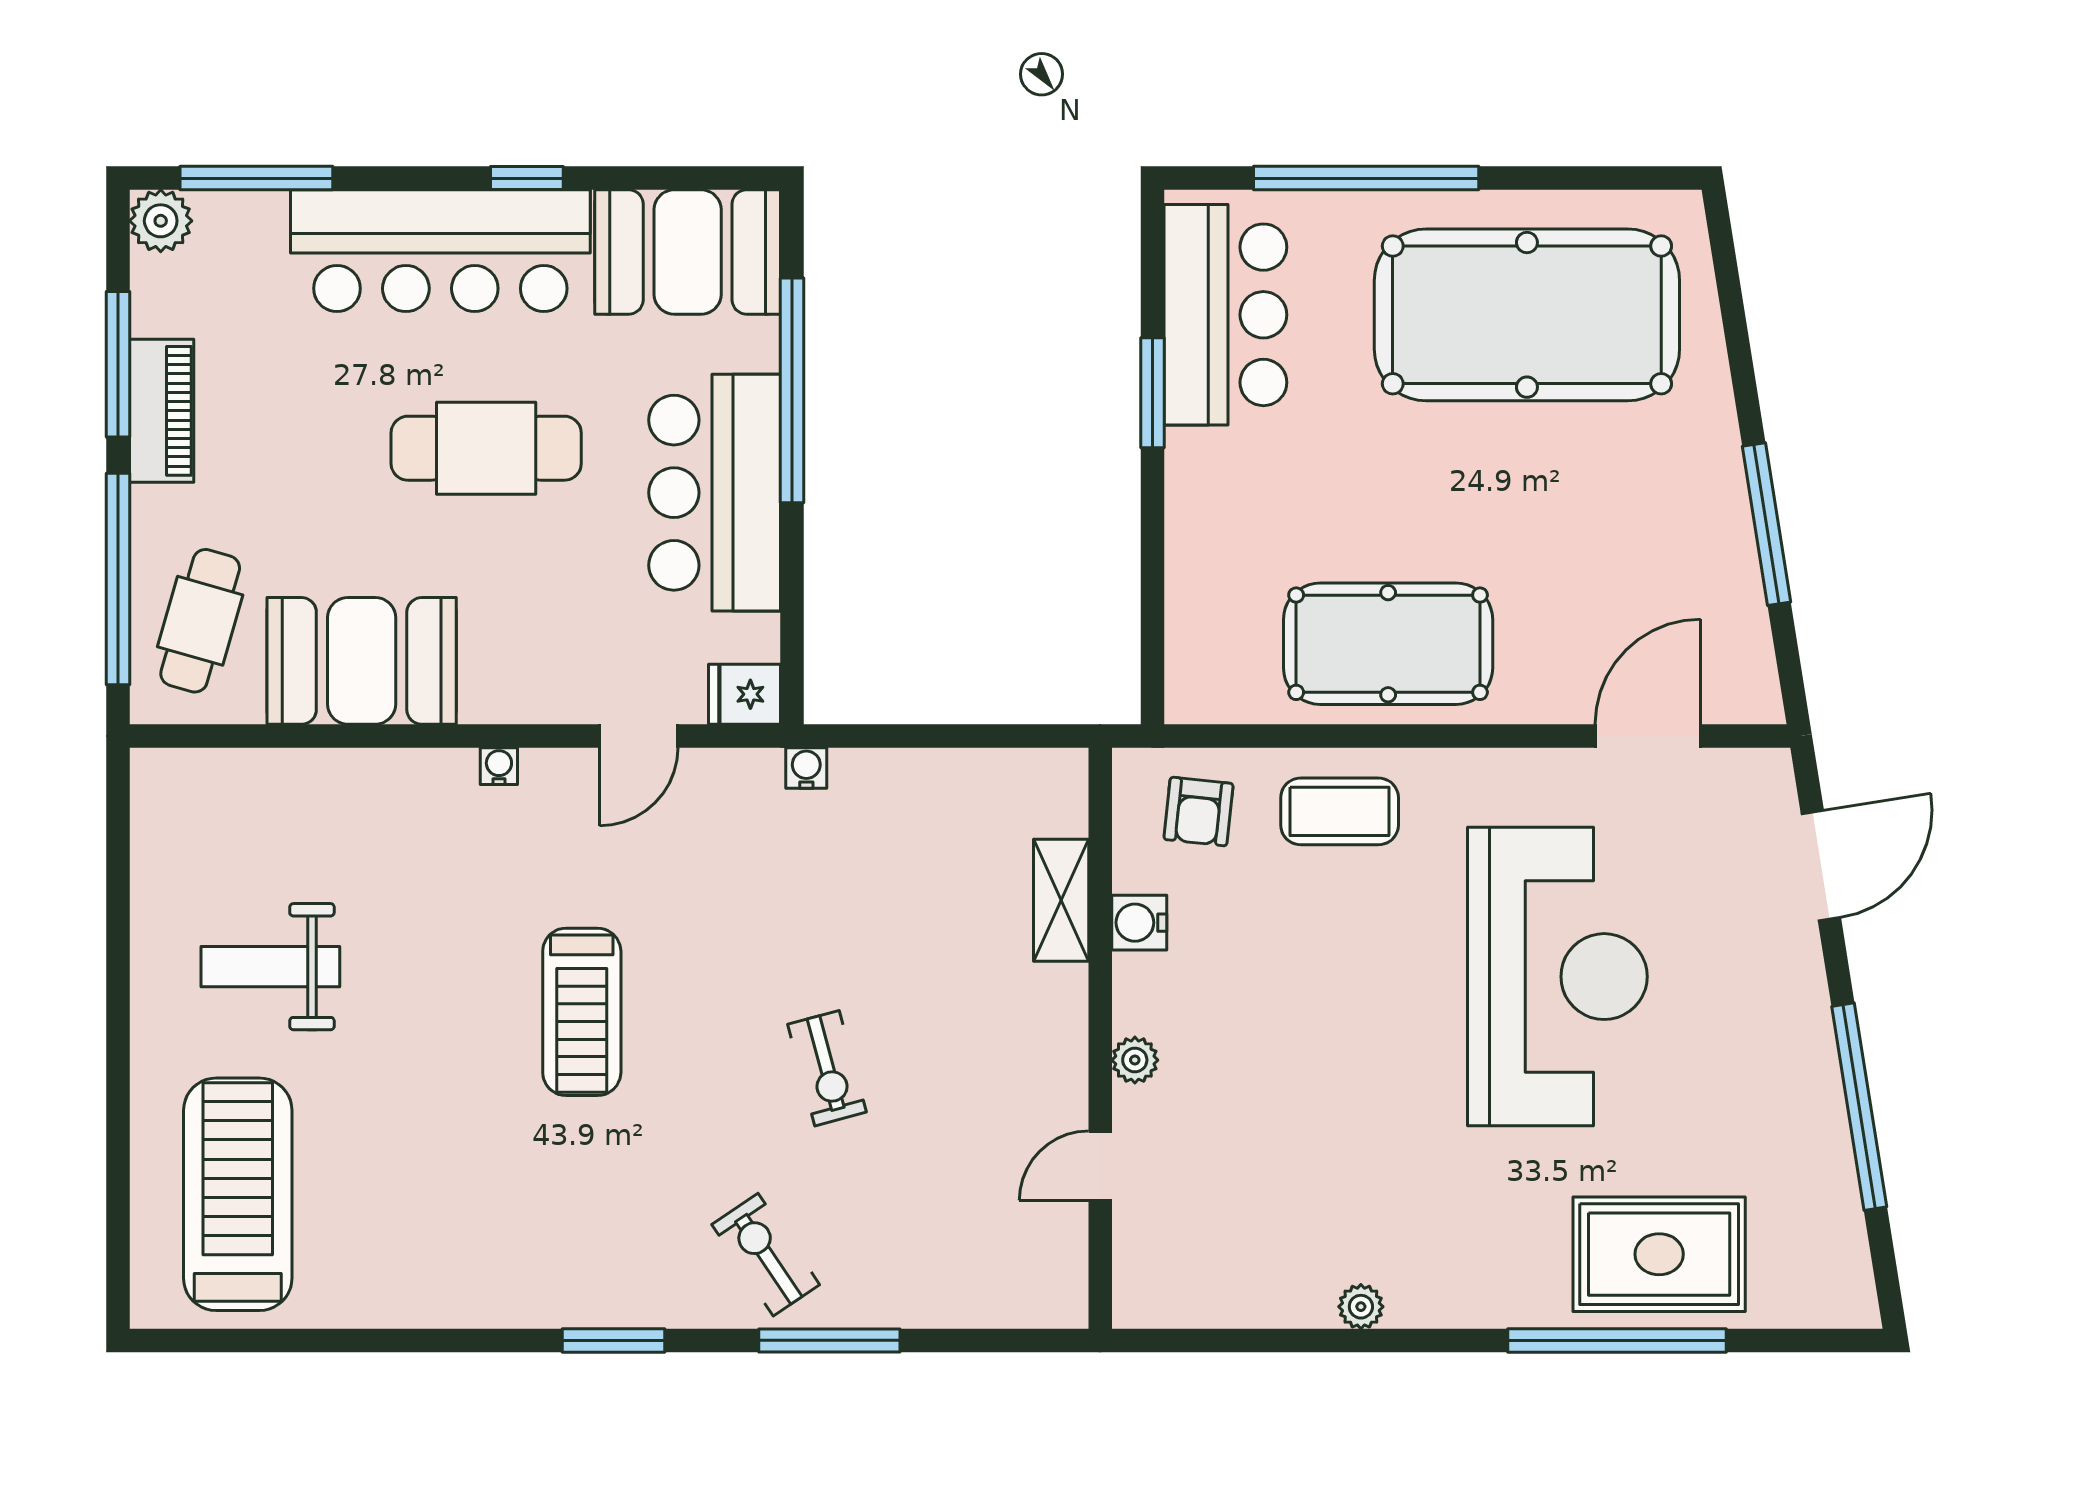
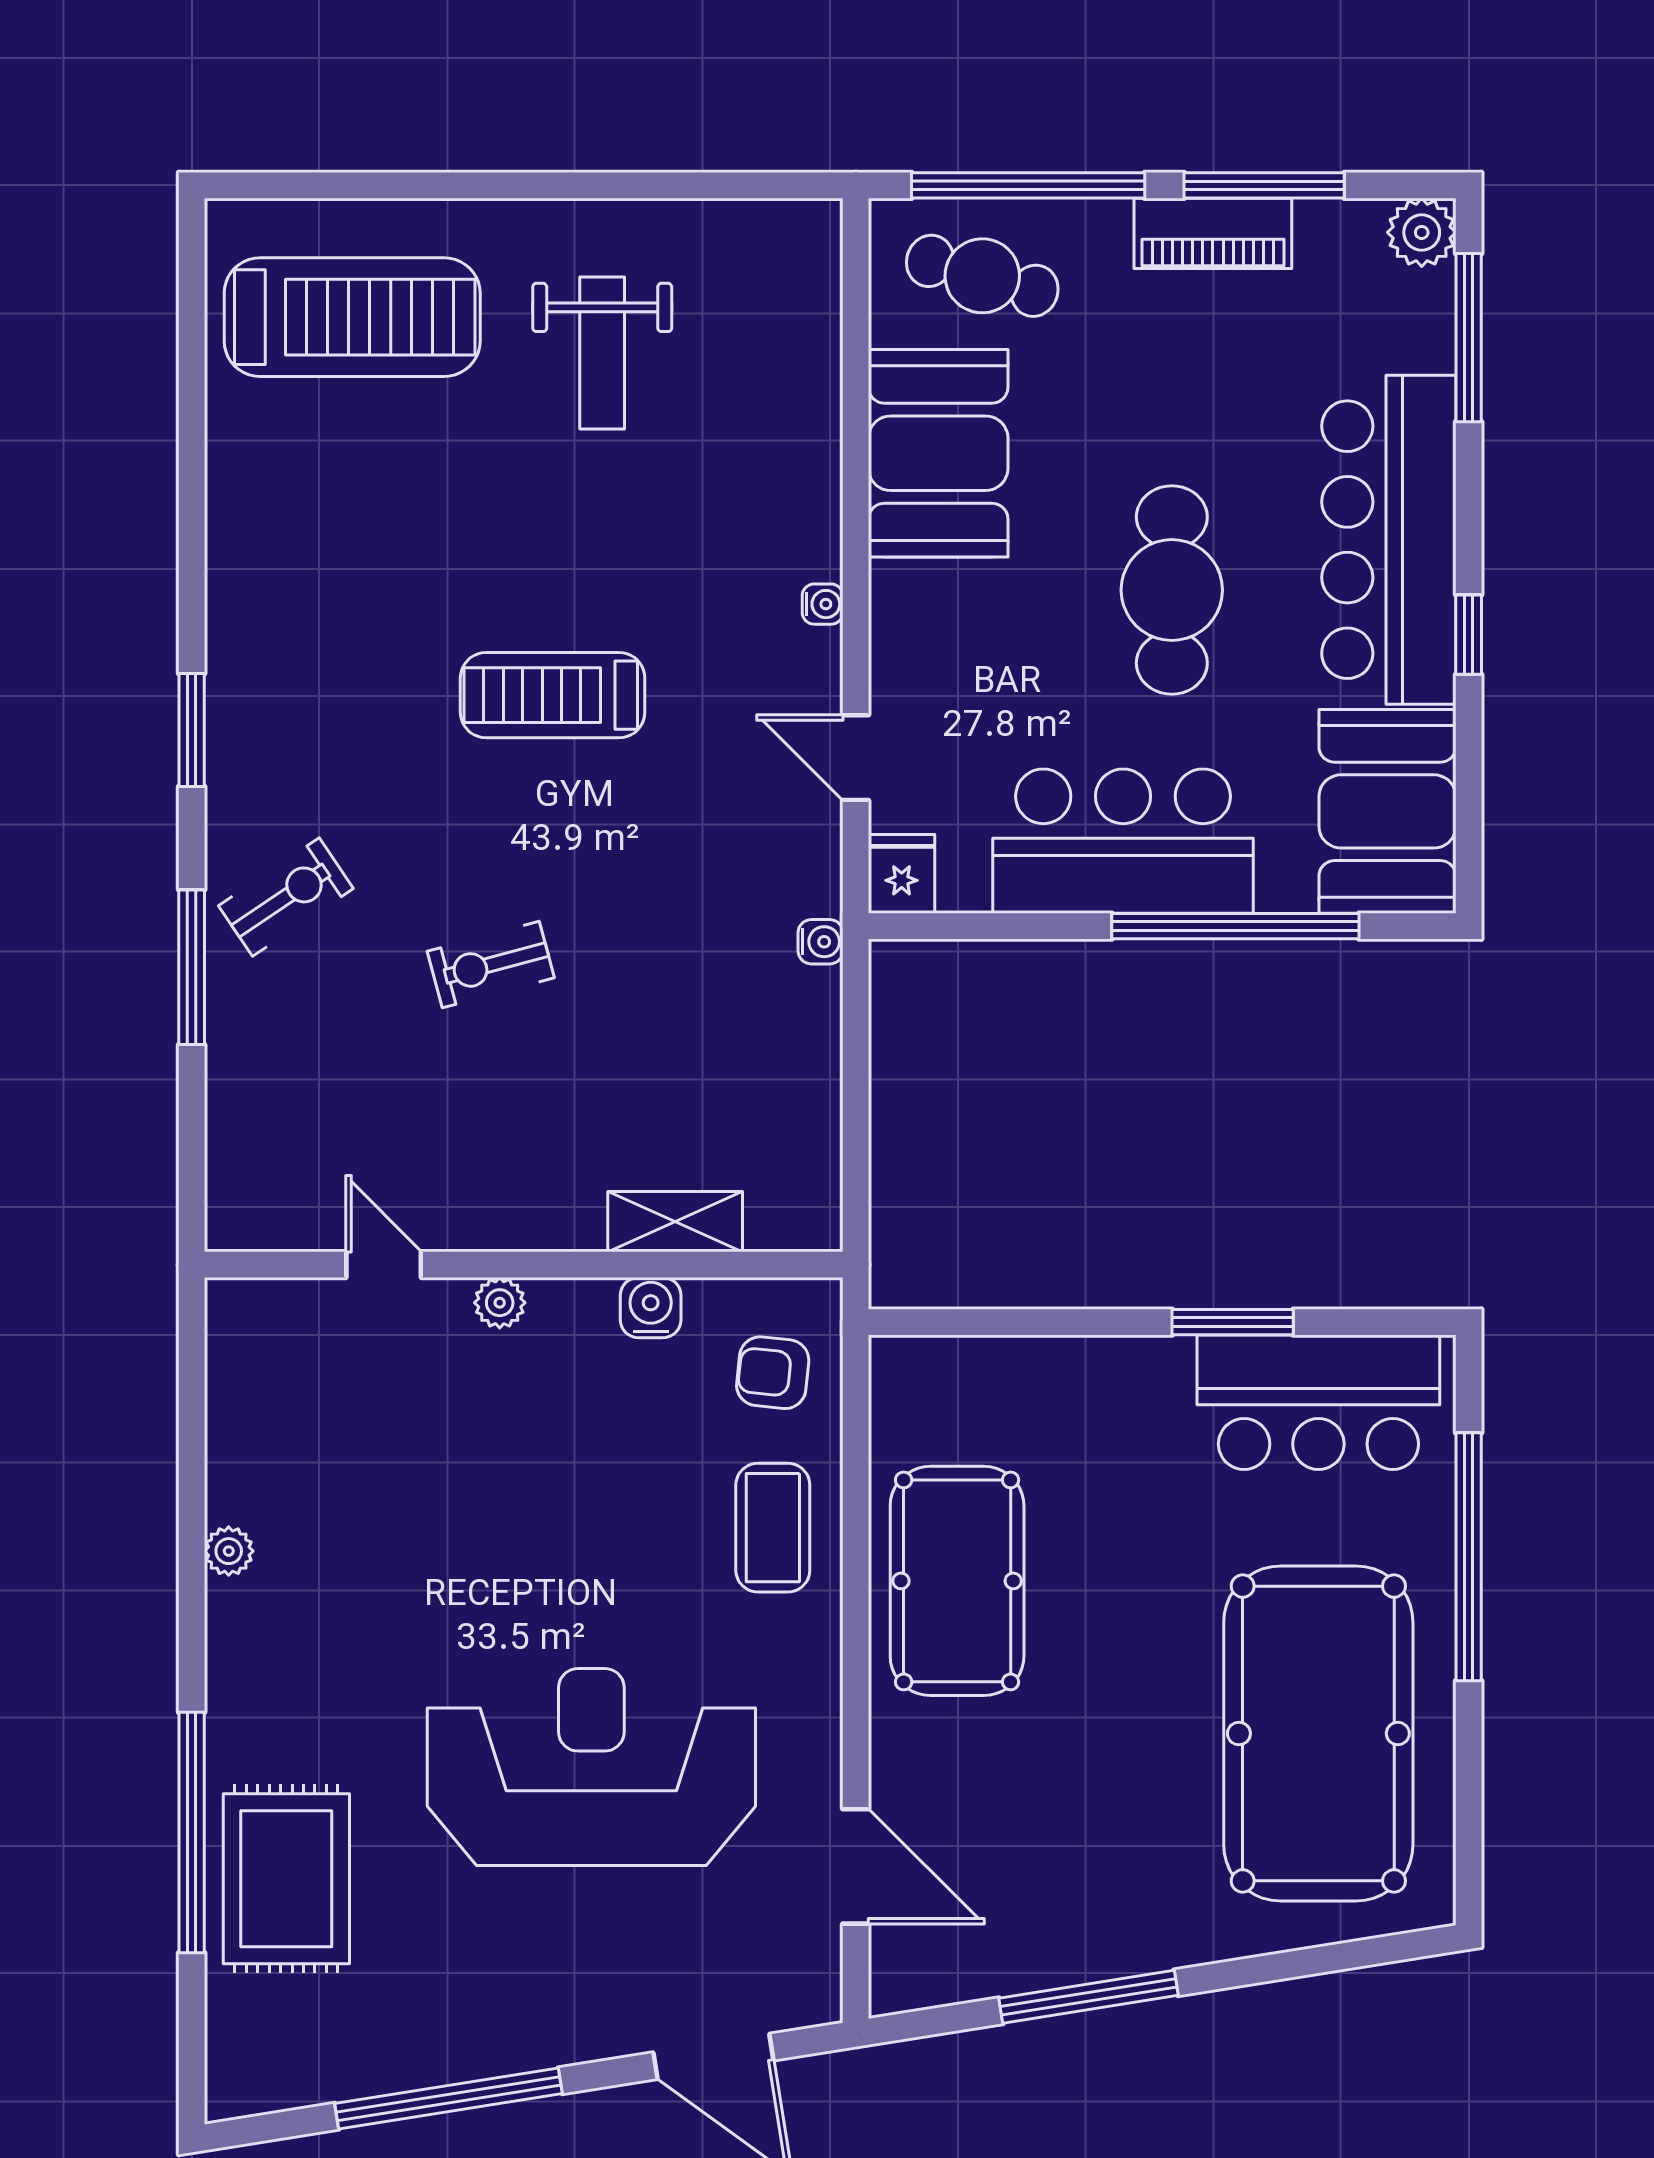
weight bench: (270, 967) -> (602, 353), turned 180
reception desk: (1557, 977) -> (591, 1767), turned 180

